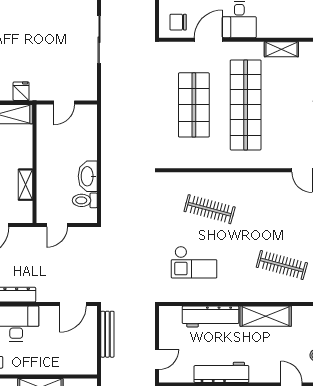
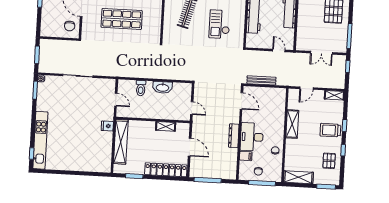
toilet: (85, 200) -> (141, 88), moved
checkout: (194, 262) -> (220, 24), turned 180

